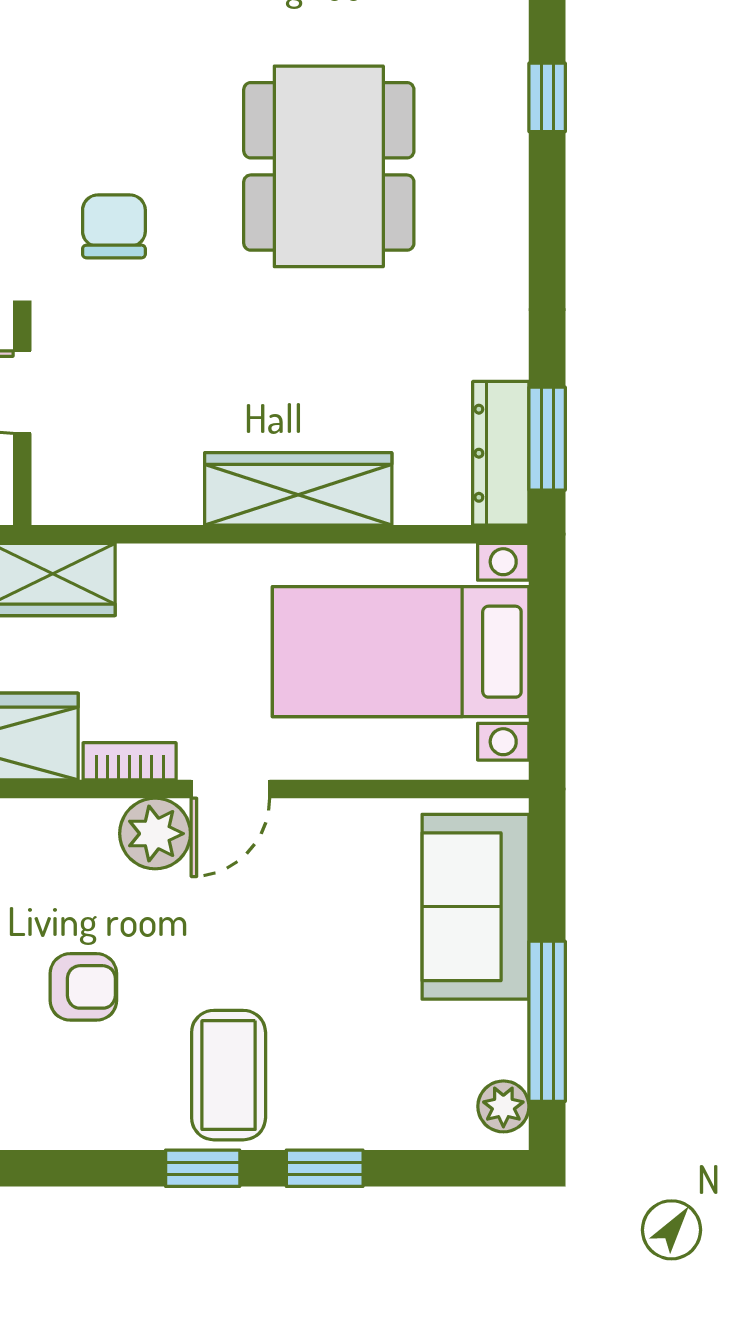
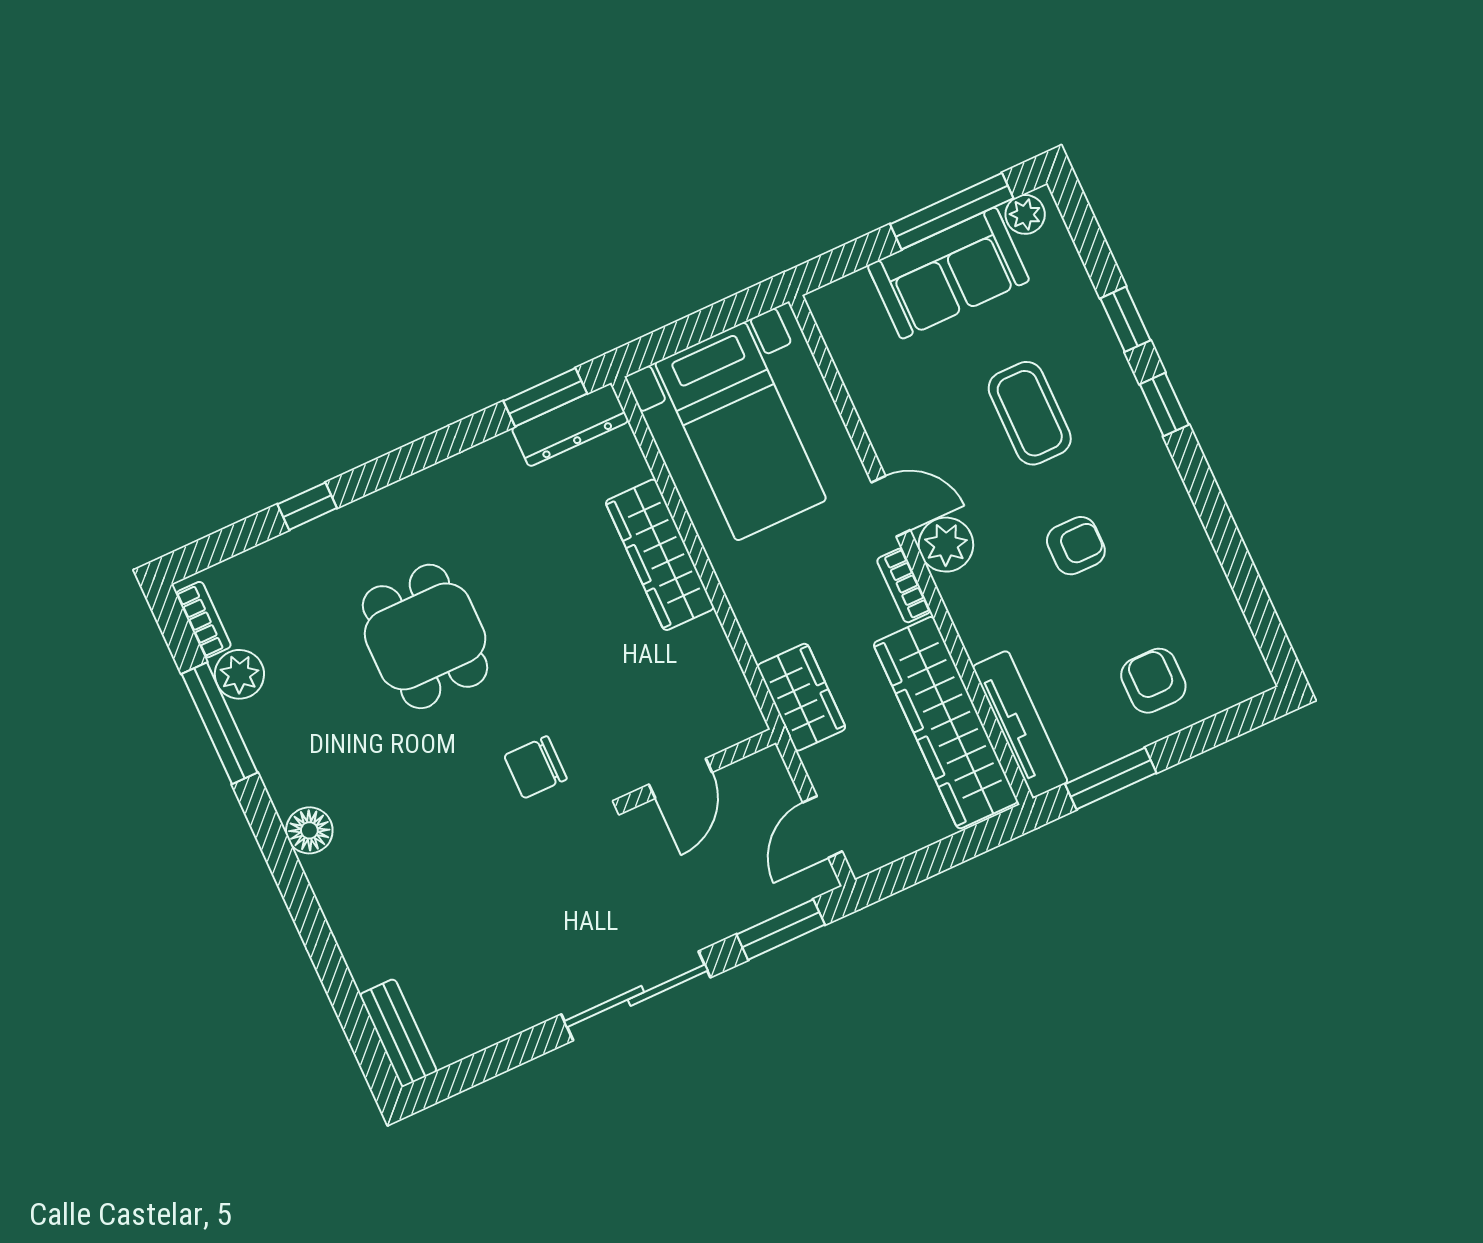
dining table: (329, 166) -> (425, 636), width x0.73
sofa: (475, 907) -> (948, 273), moved
armchair: (83, 987) -> (1076, 546), turned 90
coffee table: (229, 1075) -> (1030, 413), moved, turned 90

